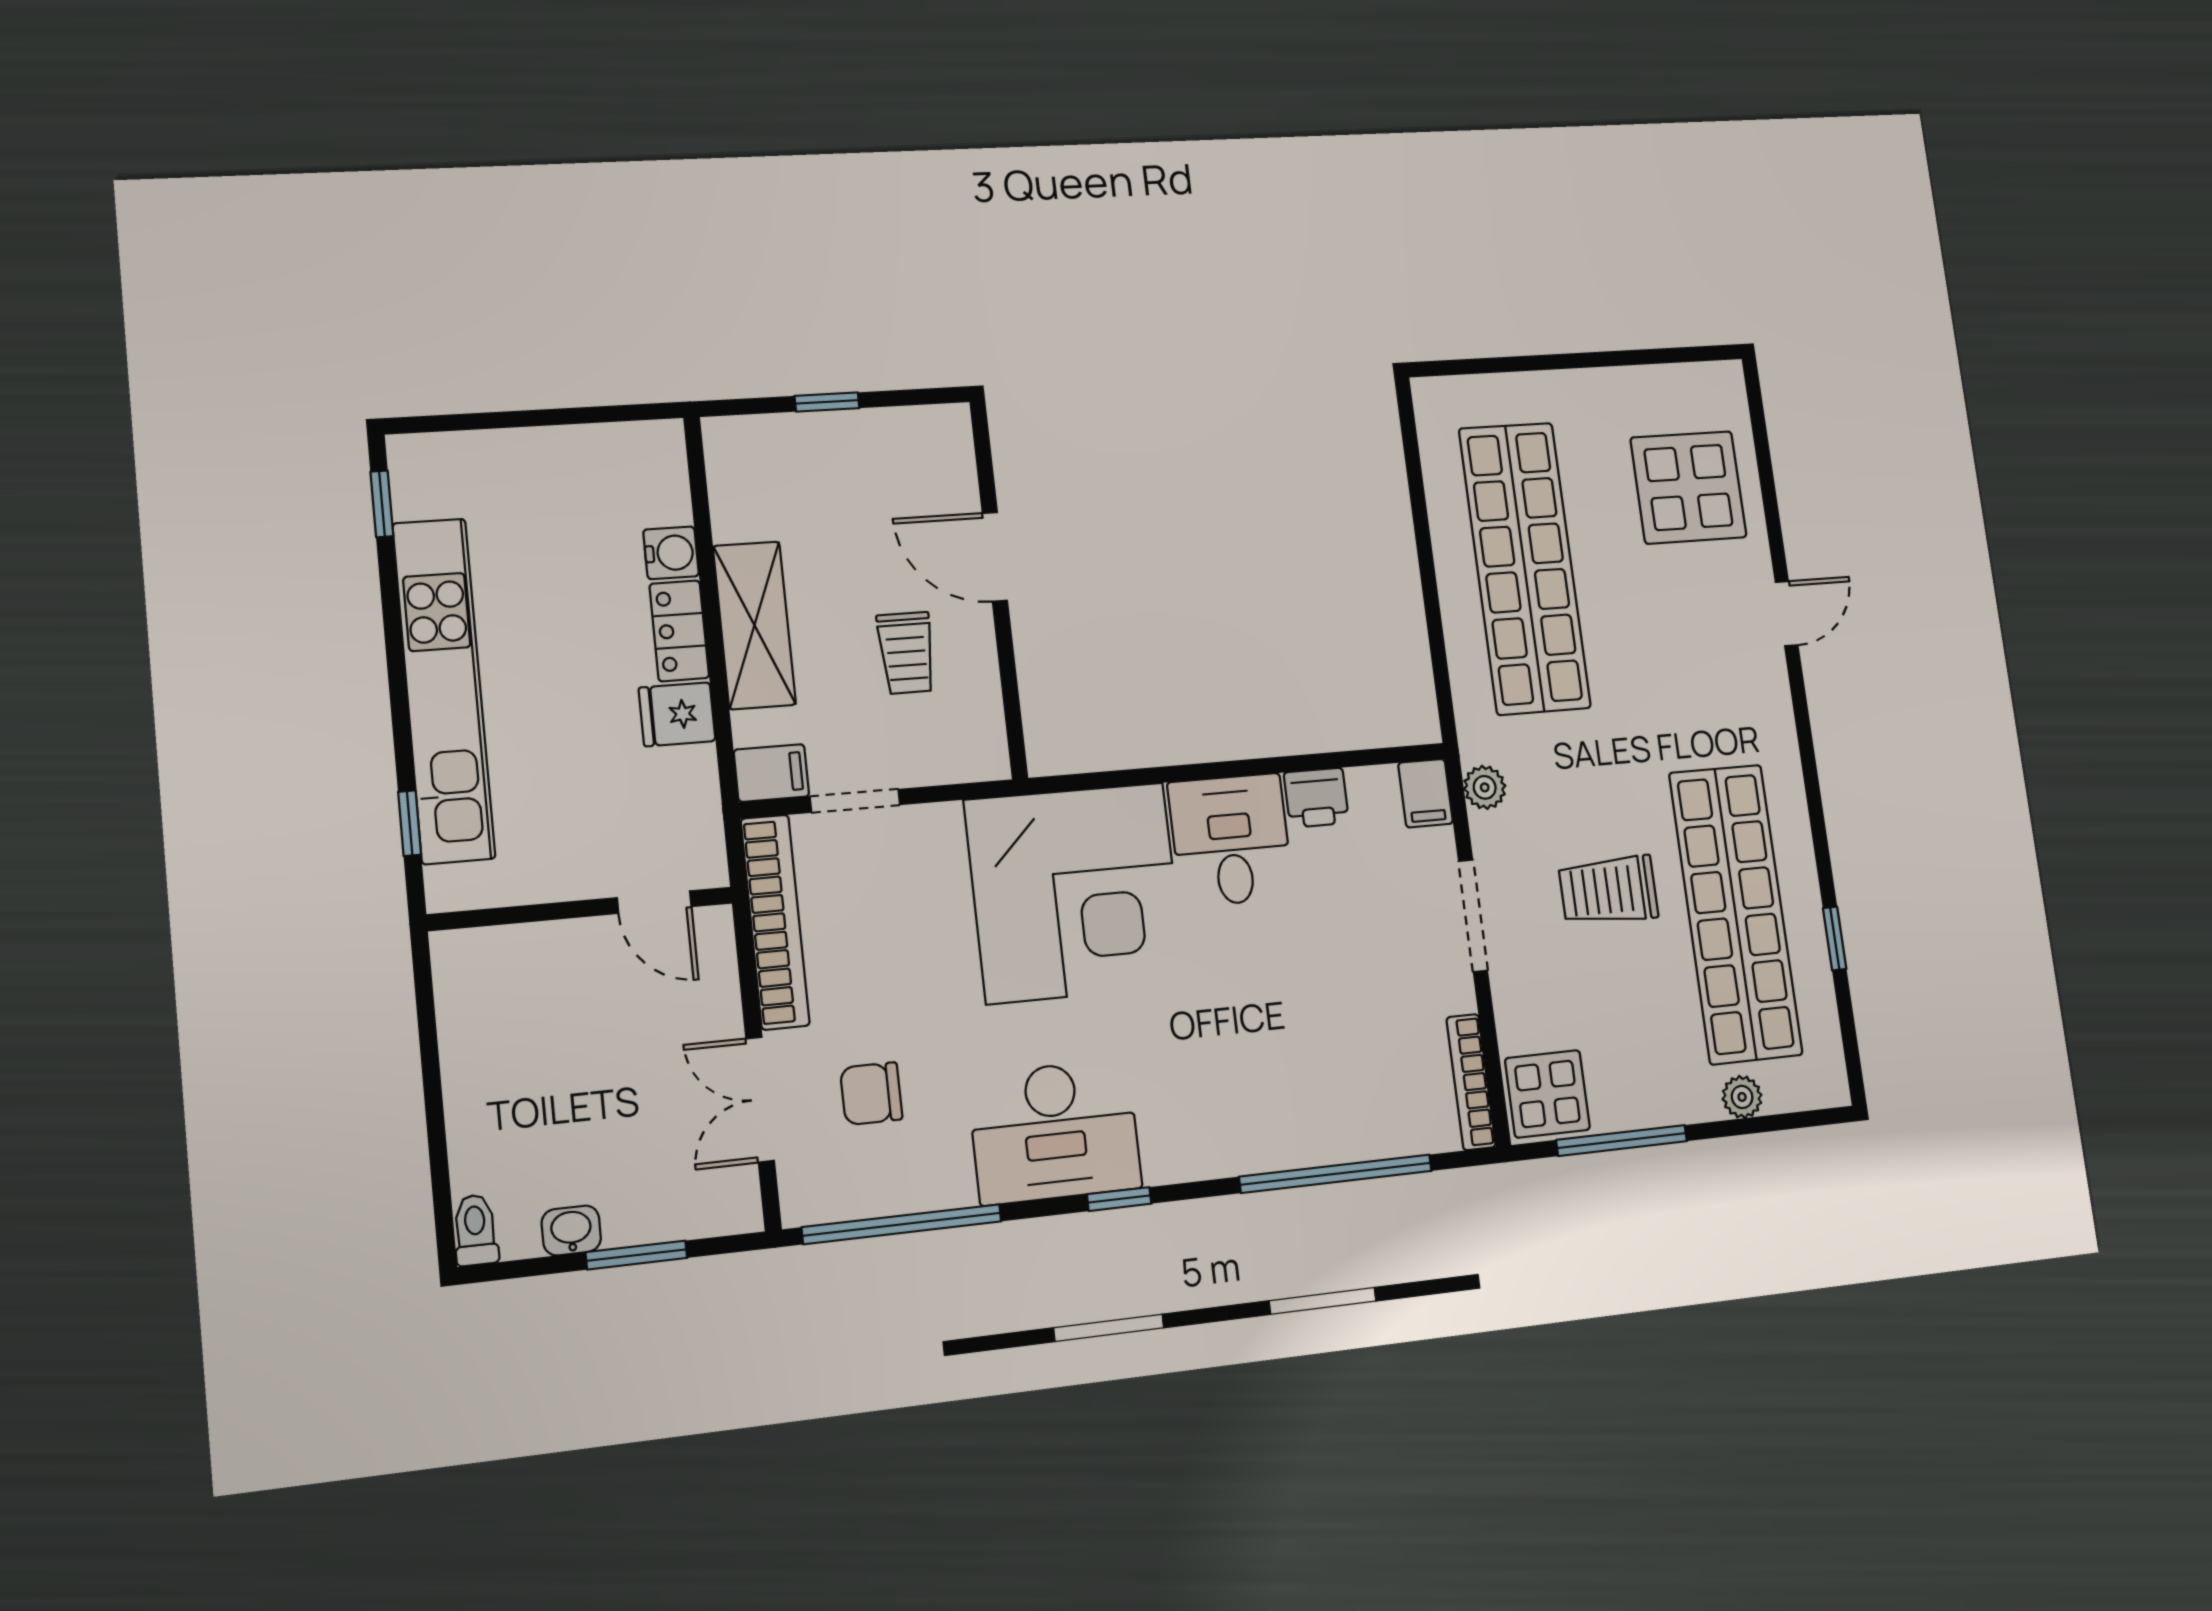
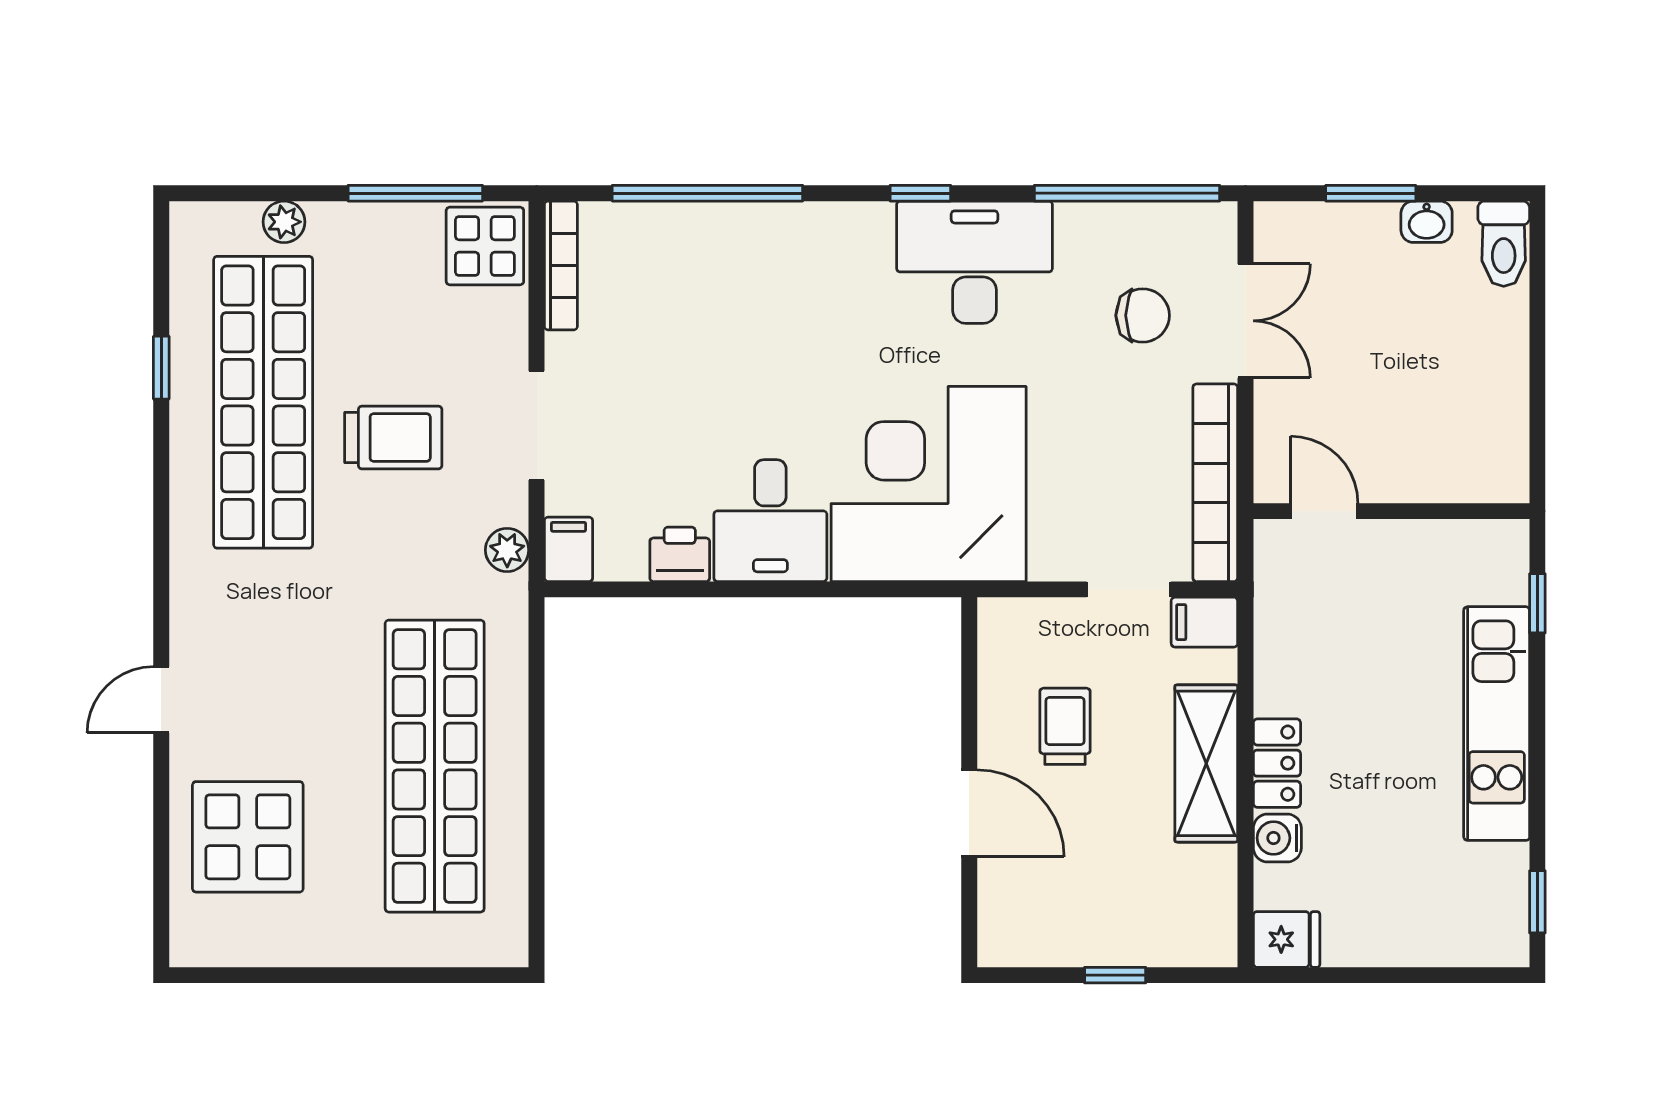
kitchen unit: (444, 690) -> (1497, 724), width x0.73
fridge: (677, 714) -> (1287, 939), moved
toilet: (475, 1230) -> (1504, 244), width x1.37, depth x1.39

